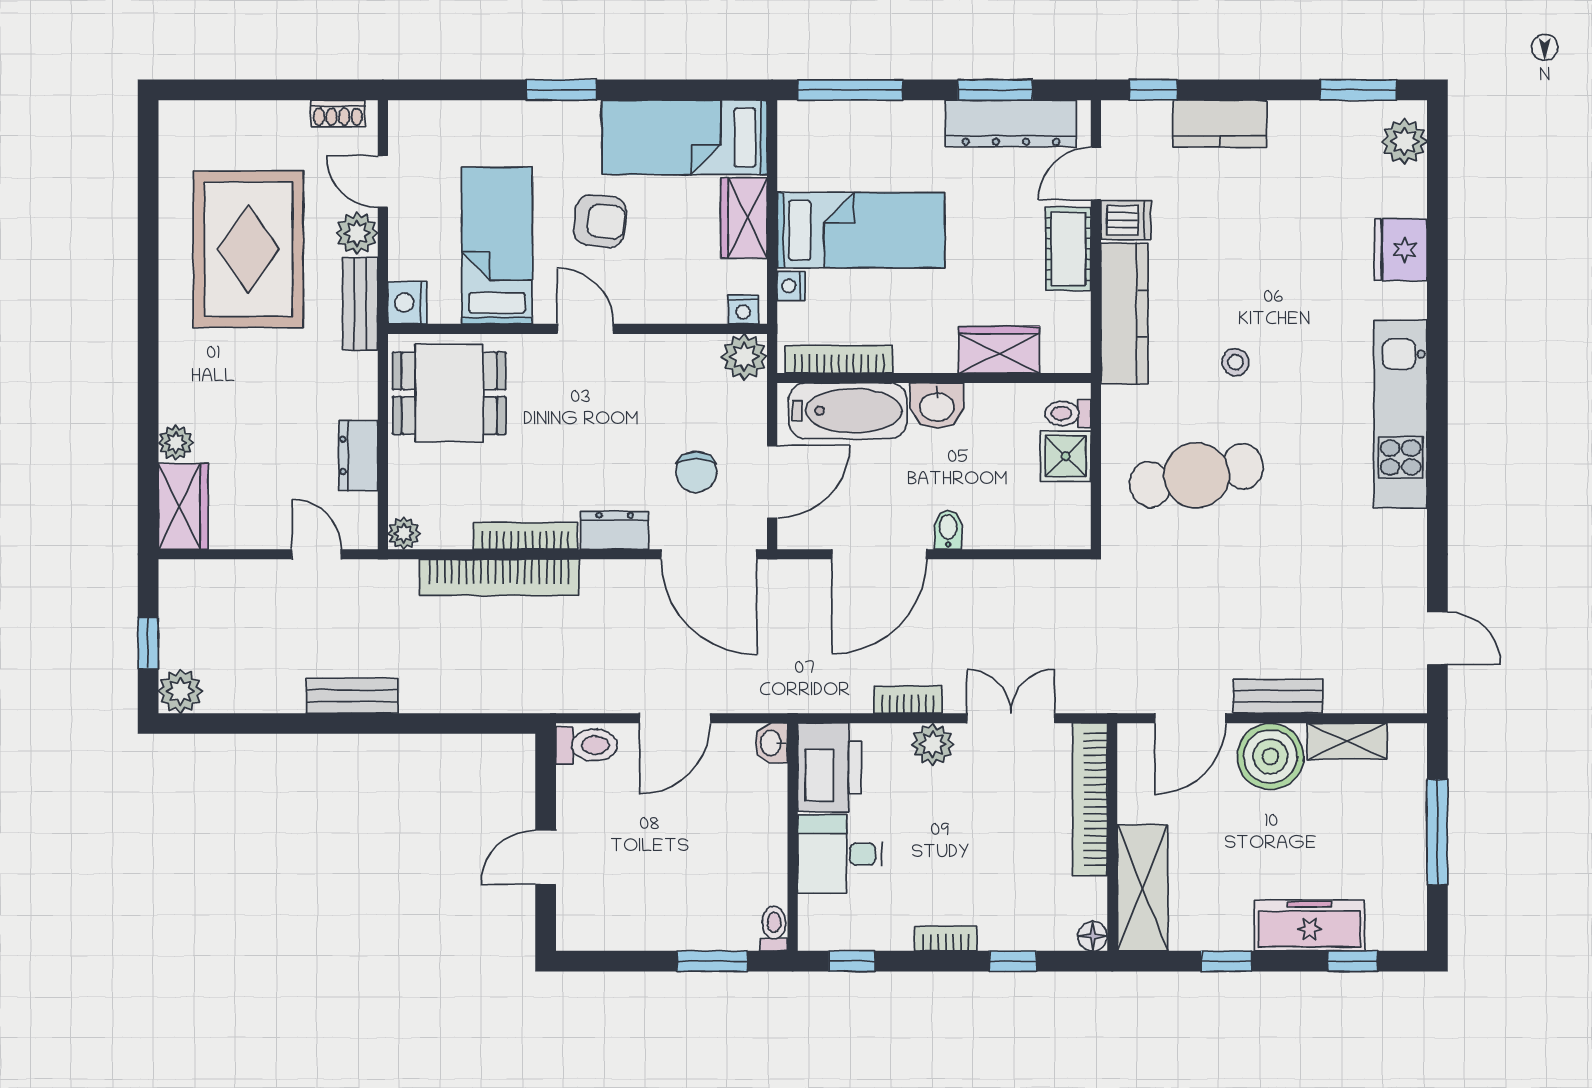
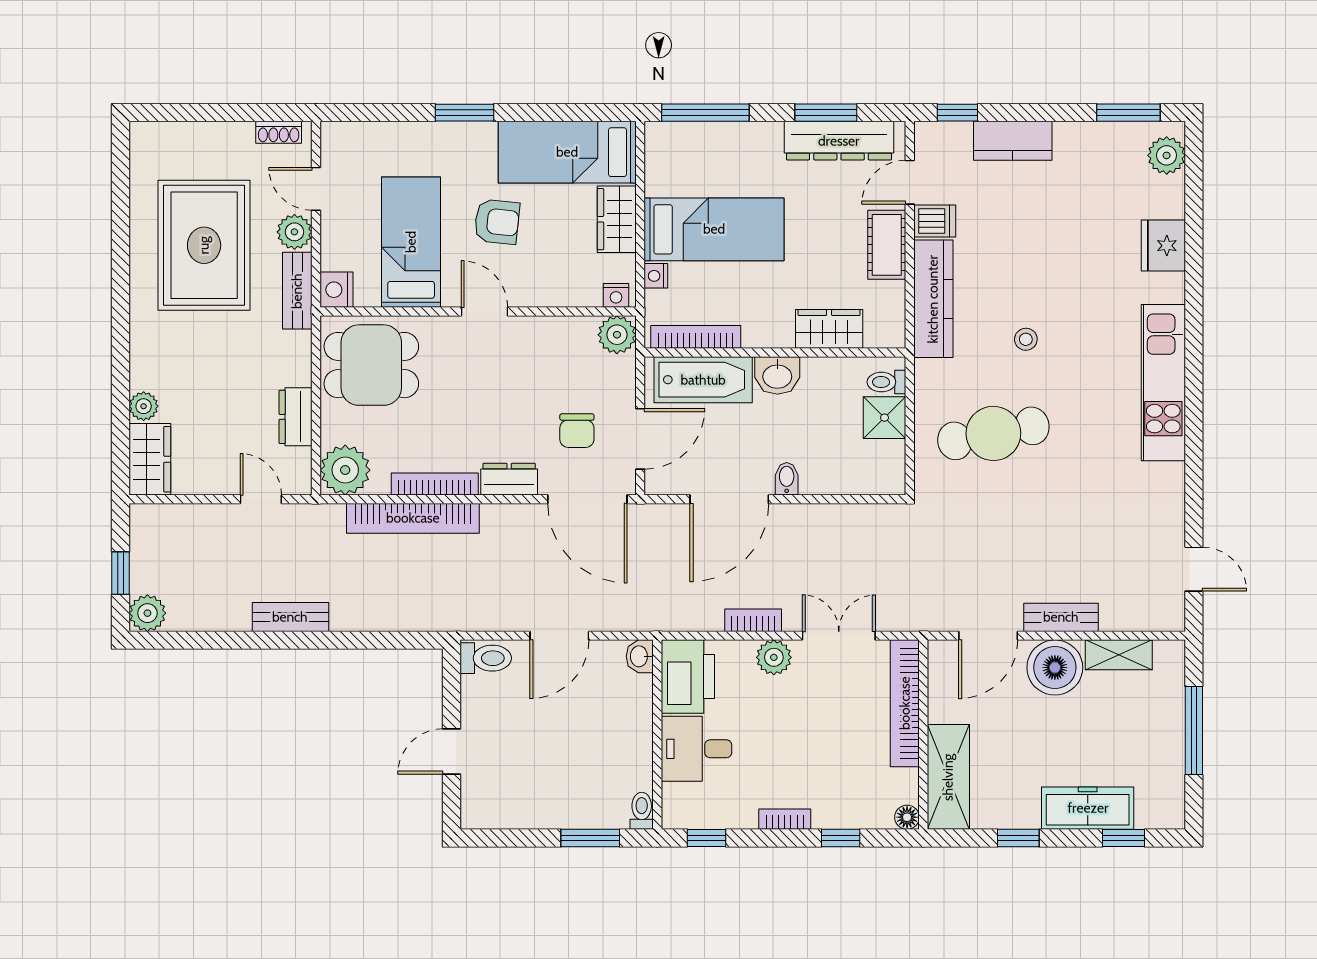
plant: (404, 533) -> (345, 470), width x1.87, depth x1.87

